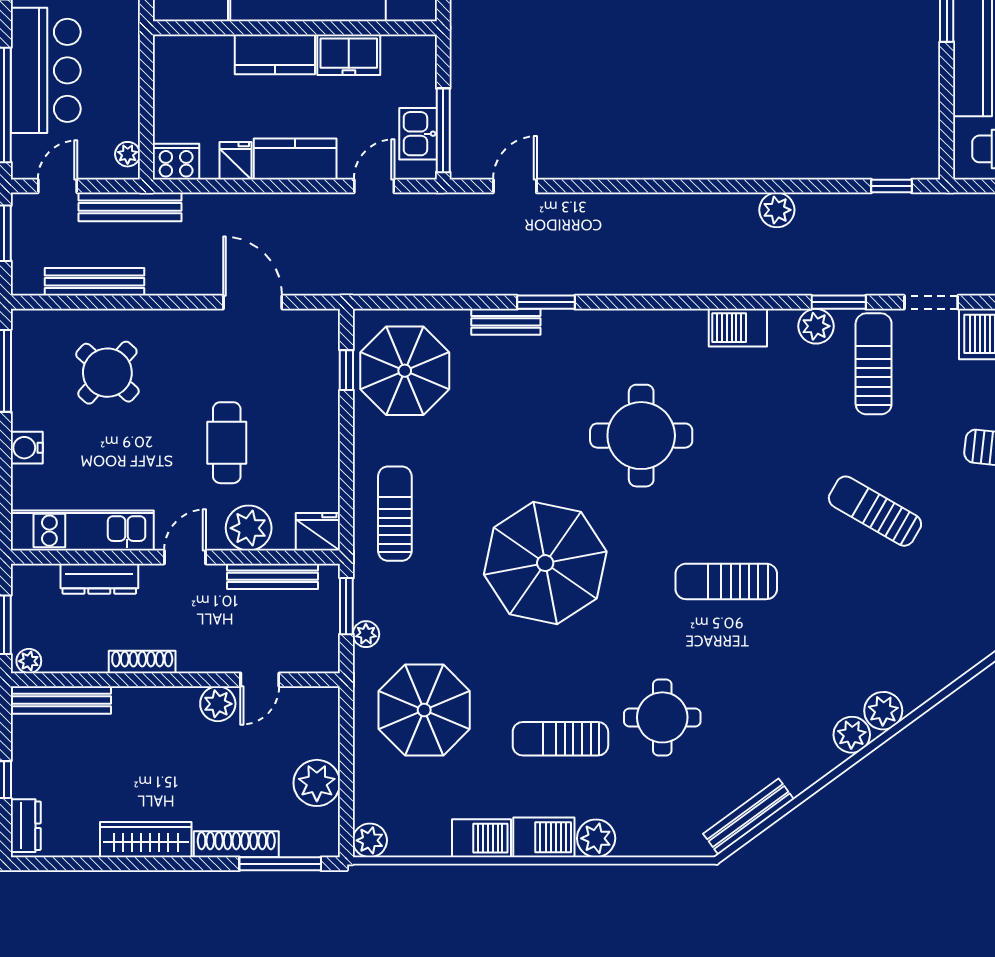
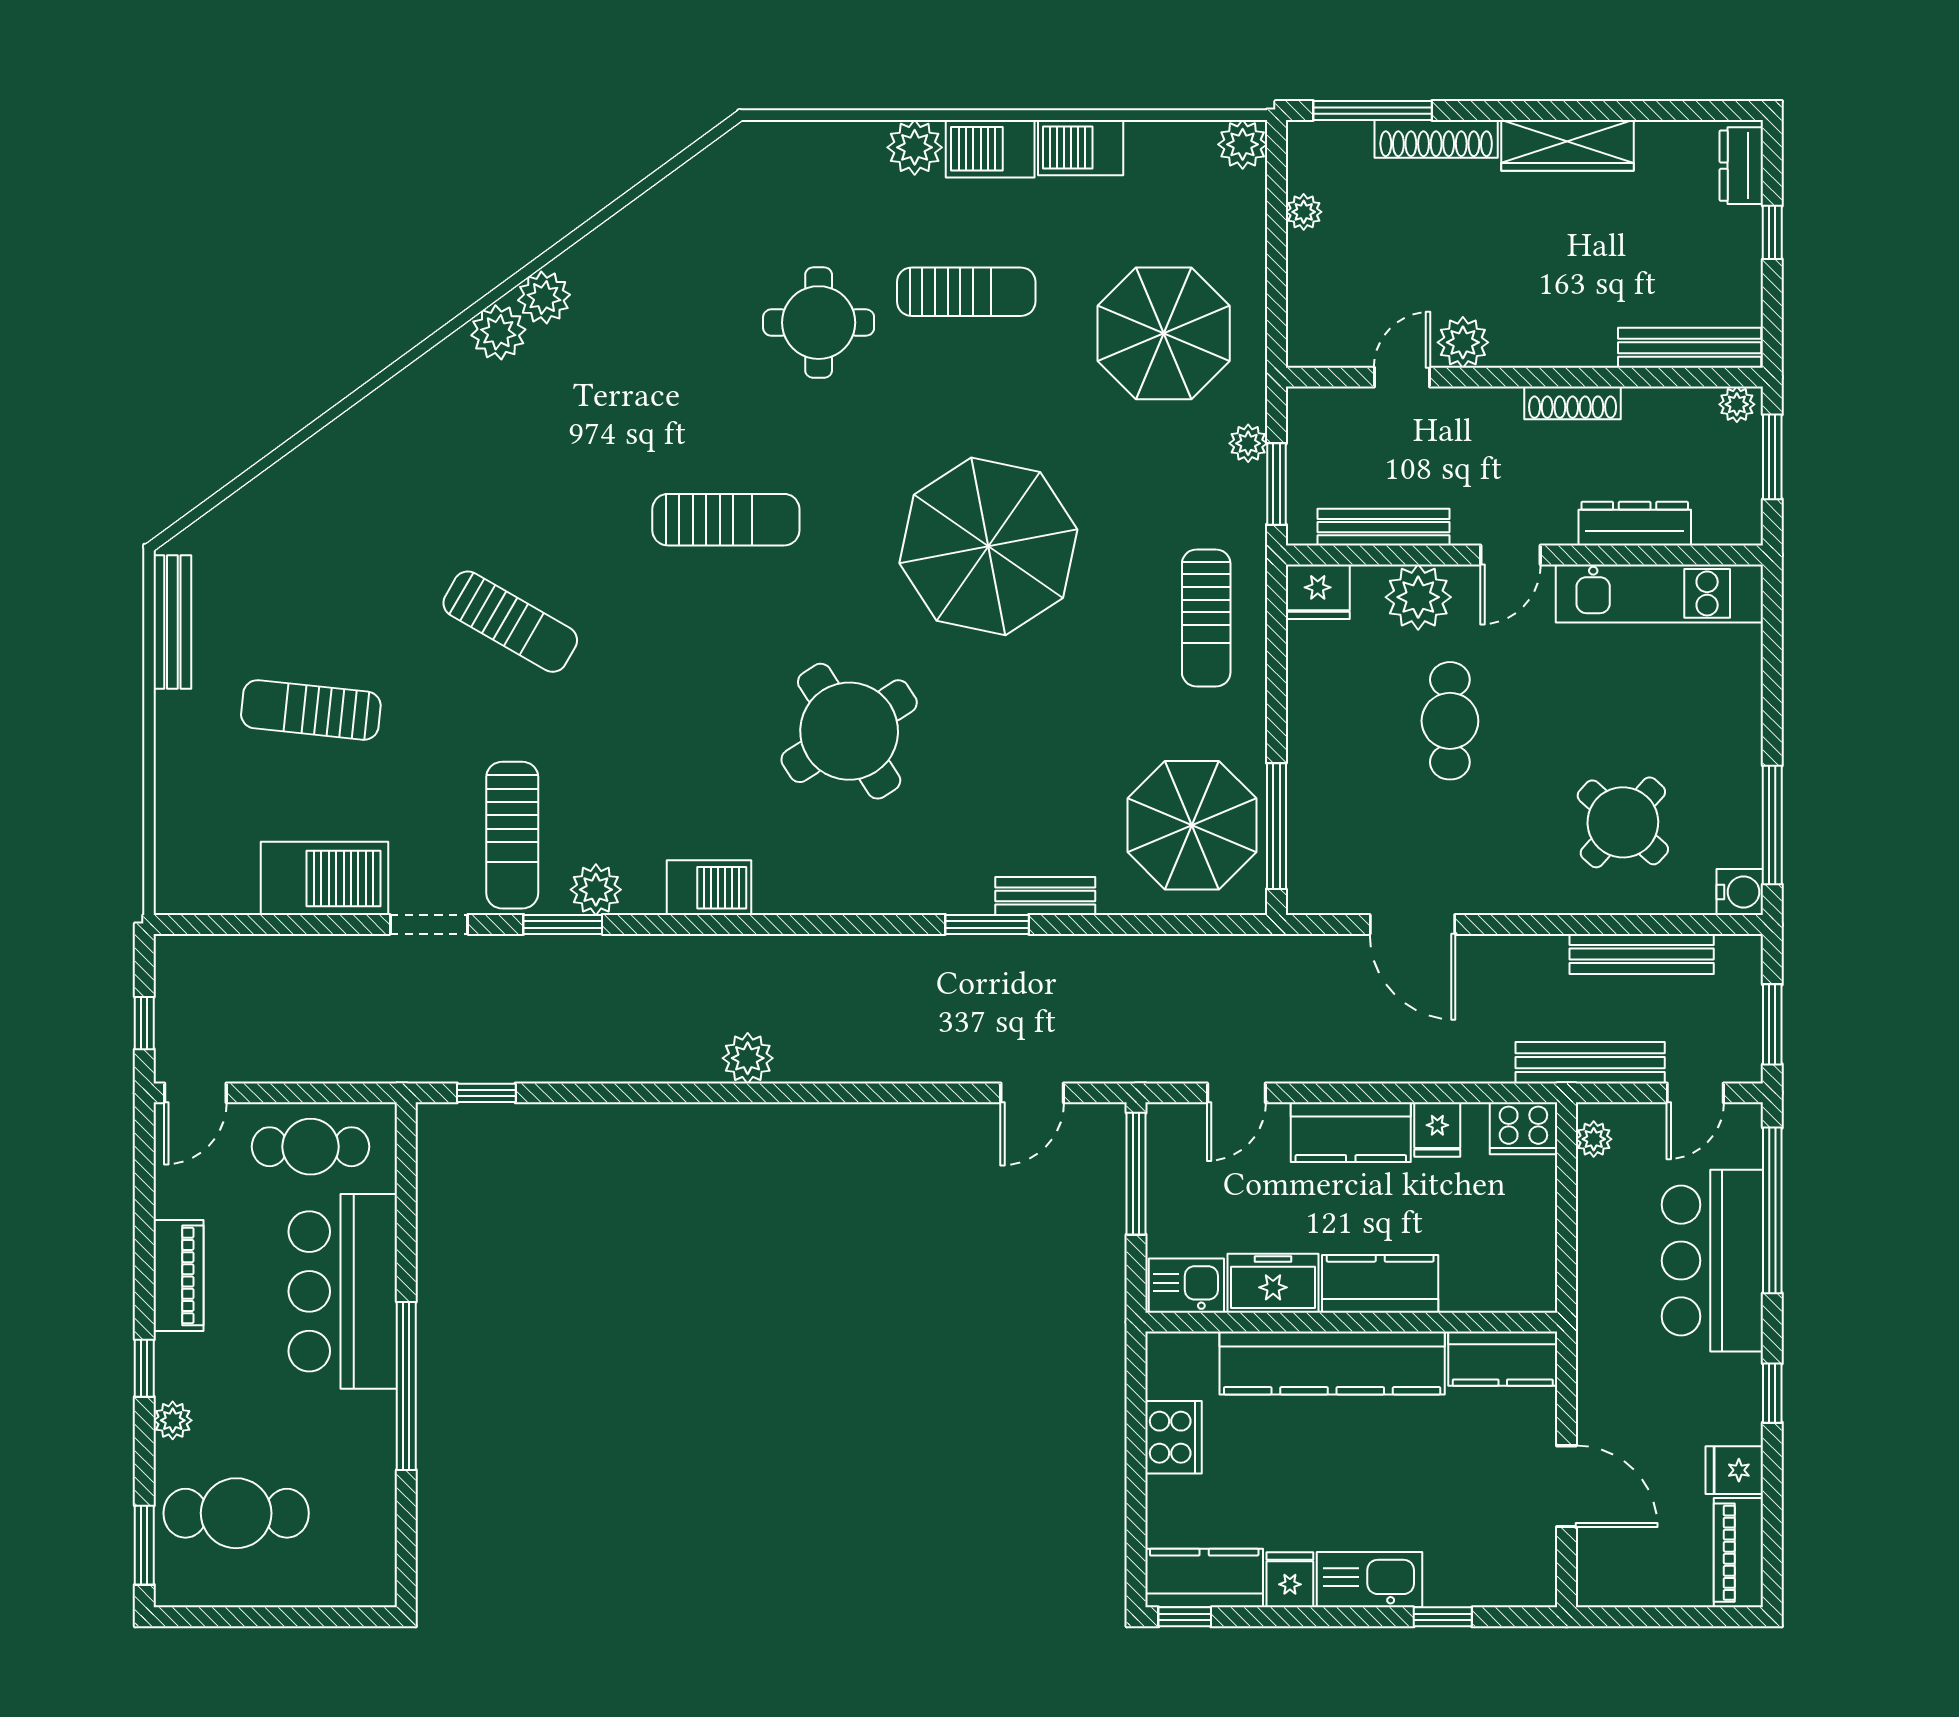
kitchen sink: (418, 134) -> (1186, 1286), moved, turned -90
plant: (777, 210) -> (748, 1058), moved
window: (346, 370) -> (1276, 826), width x2.17
round table: (641, 436) -> (849, 731), turned -33
water cooler: (27, 448) -> (1740, 892), moved
plant: (317, 783) -> (1304, 212), width x0.53, depth x0.53
bench: (748, 816) -> (694, 179), removed

